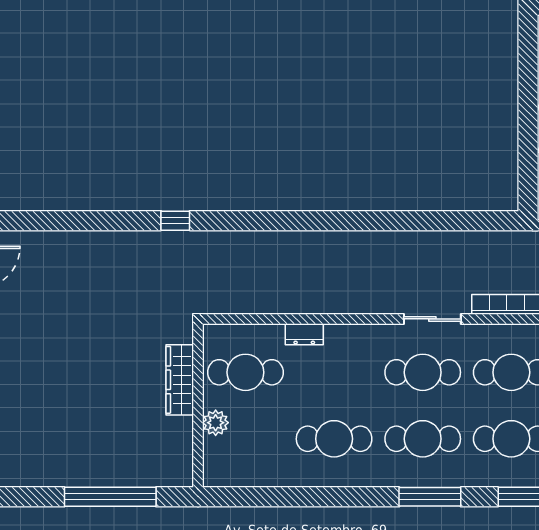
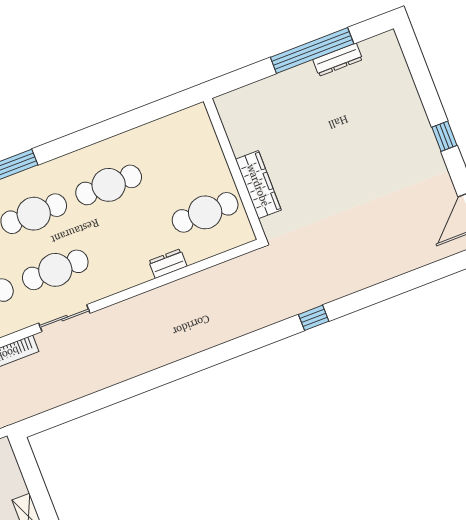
plant: (216, 423) -> (214, 160), removed
dresser: (48, 477) -> (338, 60), added
window: (110, 497) -> (312, 51), moved

